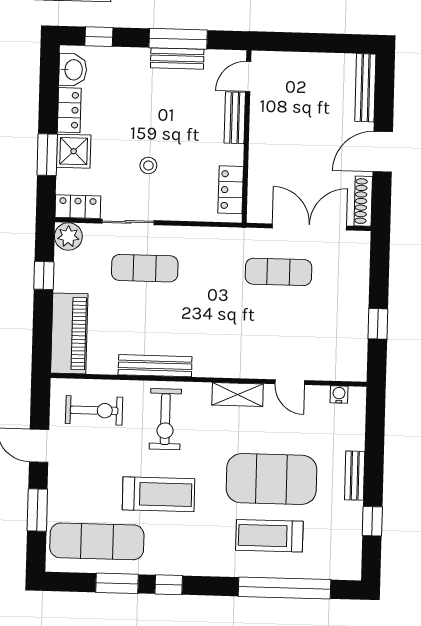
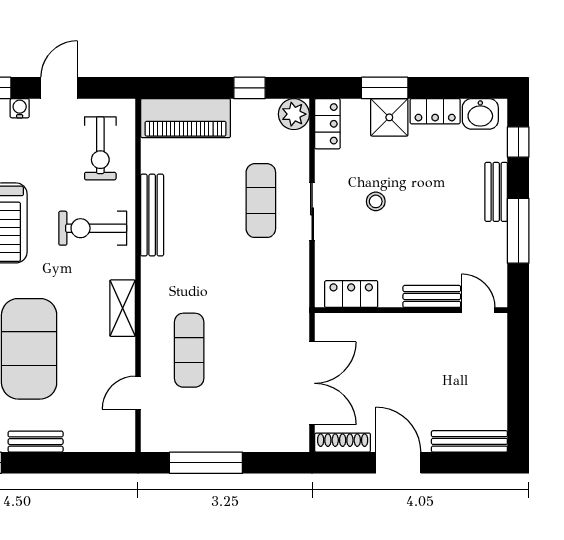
bench: (177, 58) -> (496, 192), moved
sliding door: (128, 222) -> (312, 211), moved
exercise mat: (279, 272) -> (189, 350), moved
window: (378, 324) -> (206, 463), width x2.17
door: (290, 382) -> (138, 393), moved
water cooler: (339, 394) -> (20, 108), moved, turned -90

